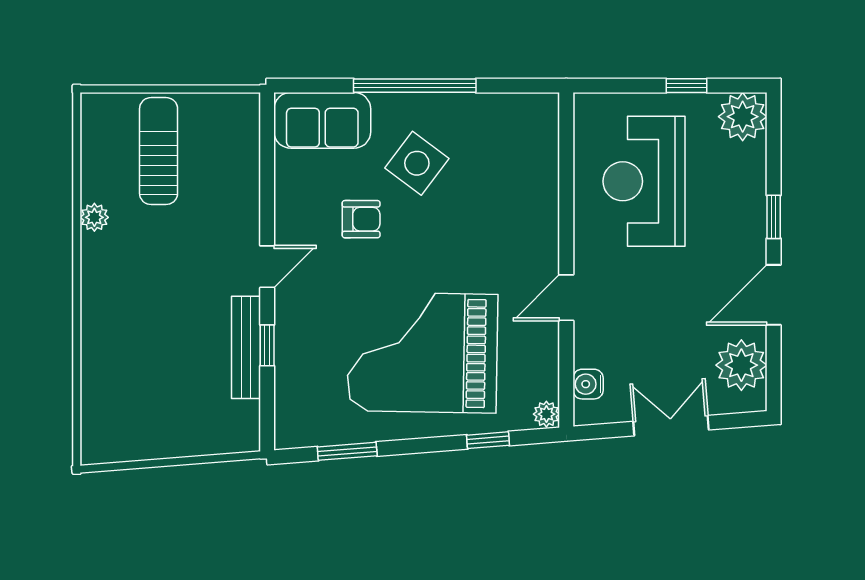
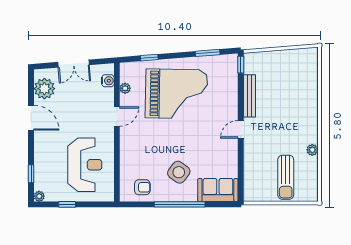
plant: (743, 117) -> (39, 196), width x0.53, depth x0.53
window: (774, 217) -> (31, 174), moved
armchair: (361, 219) -> (142, 187), moved, turned 180
door: (774, 295) -> (31, 118), hinge flipped
window: (267, 345) -> (241, 65), moved
plant: (546, 414) -> (125, 88), moved

